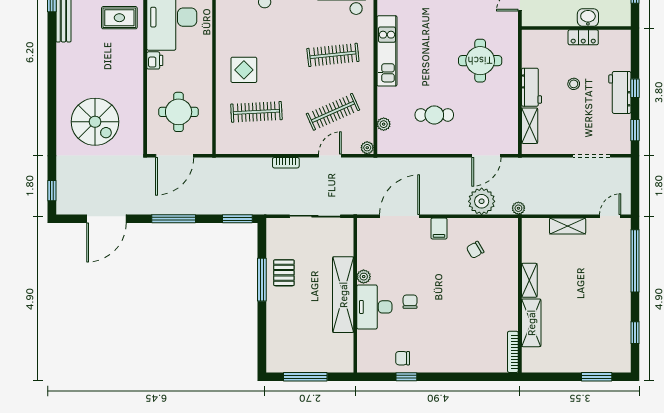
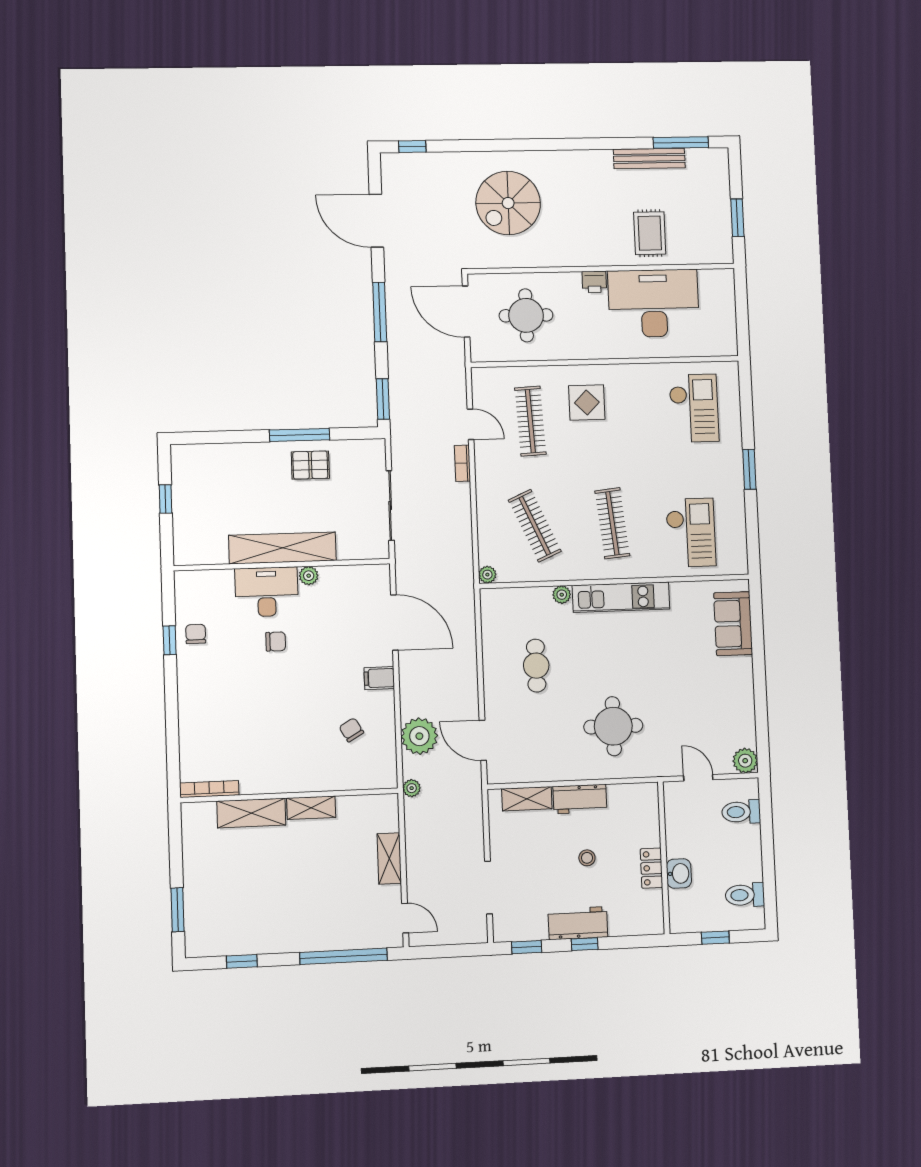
plant: (384, 124) -> (562, 595), moved
door: (330, 156) -> (471, 424), moved
window: (305, 377) -> (166, 499), width x0.46

